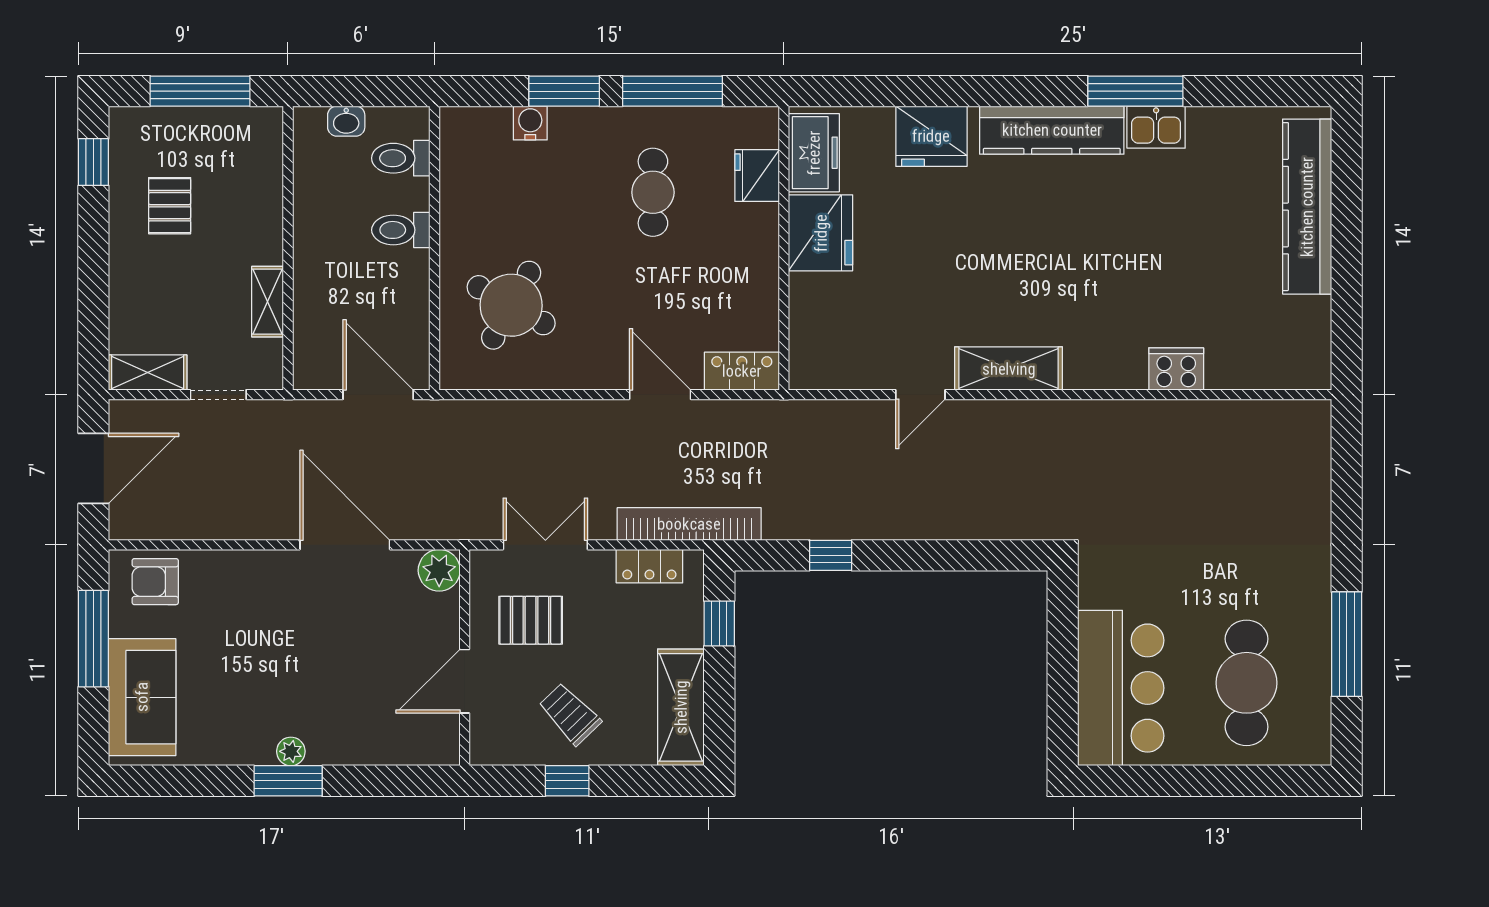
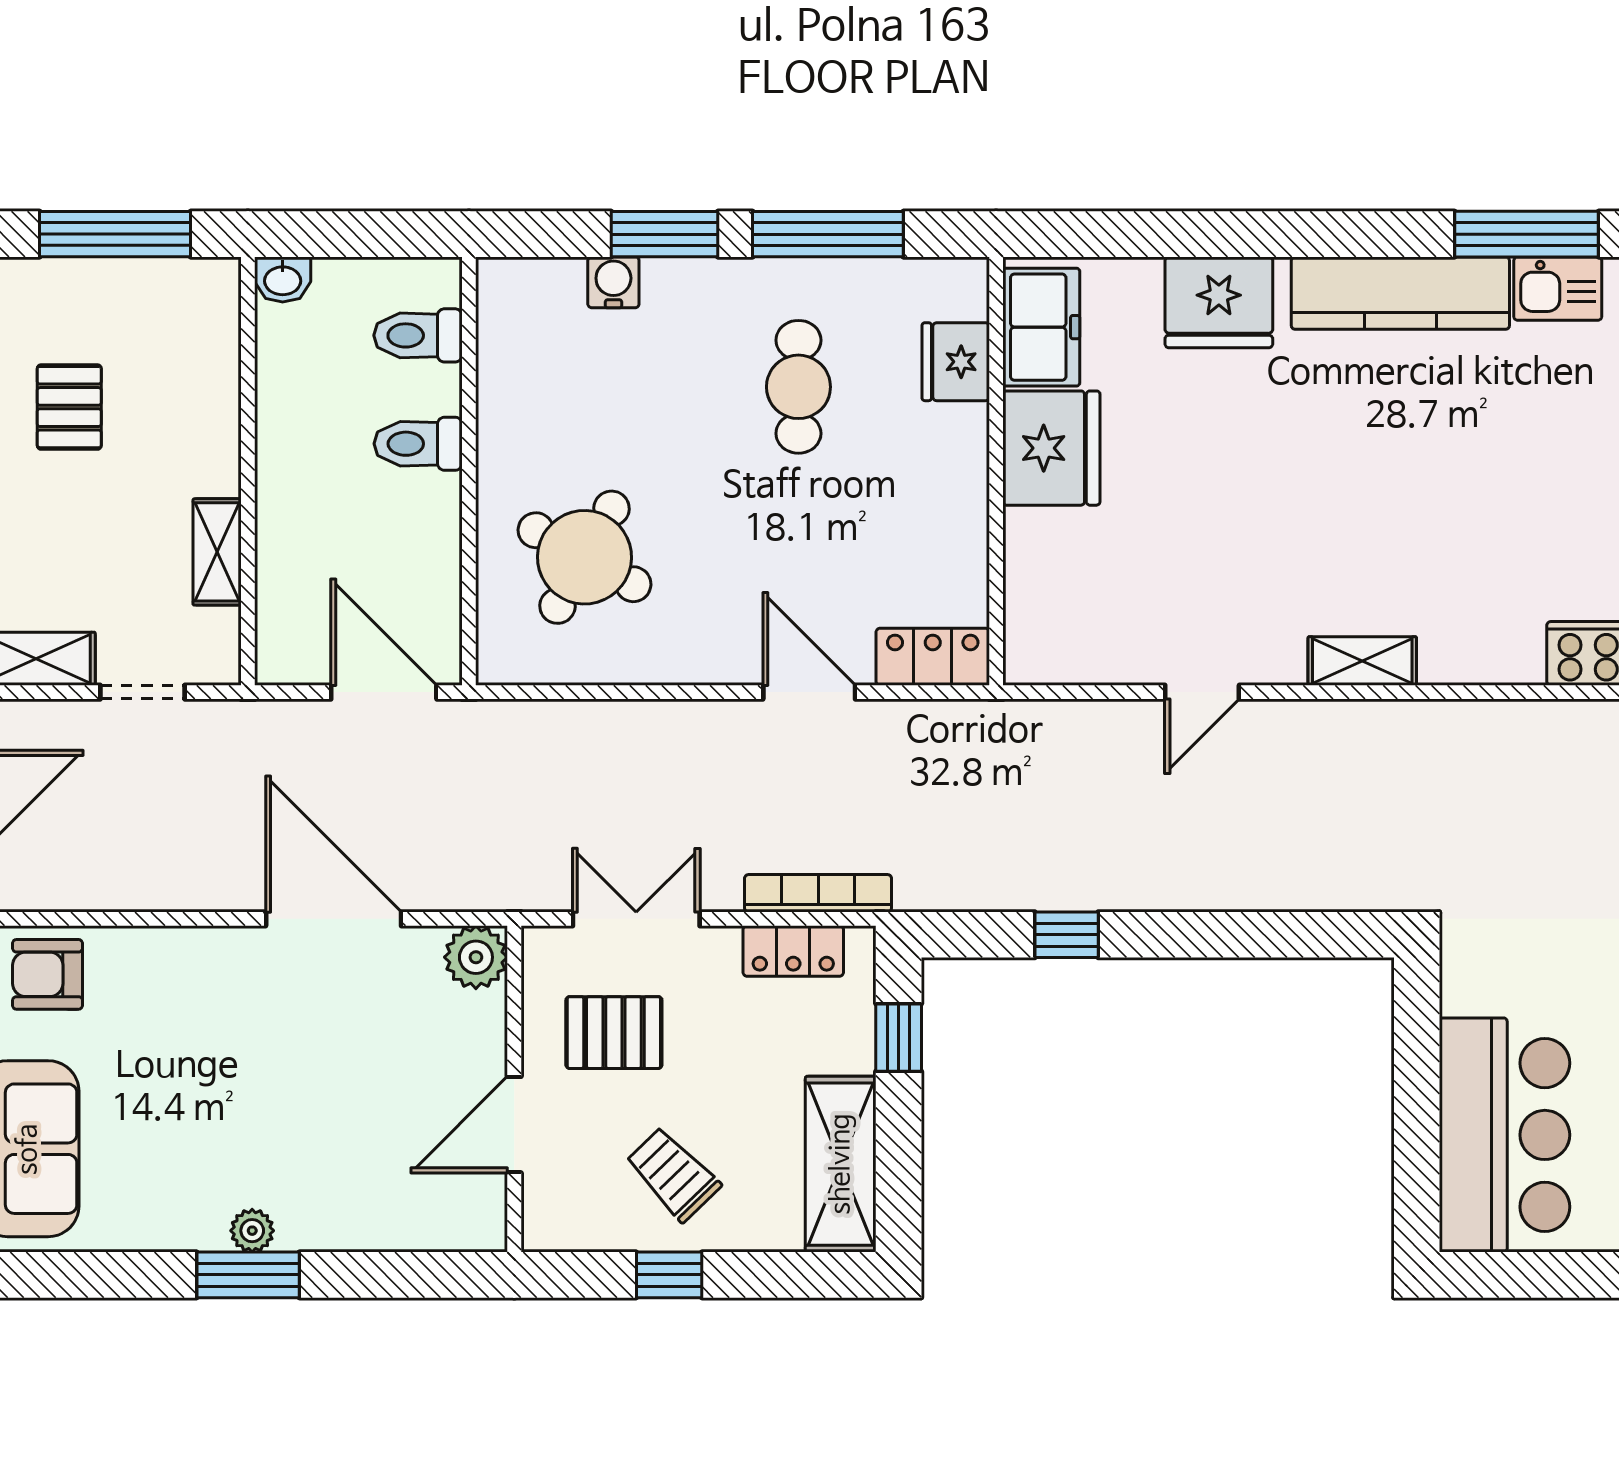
washbasin: (346, 121) -> (283, 279), moved
shelving: (1009, 369) -> (1362, 661), width x0.67, depth x0.75
bookcase: (689, 524) -> (818, 893), width x0.68, depth x0.76

